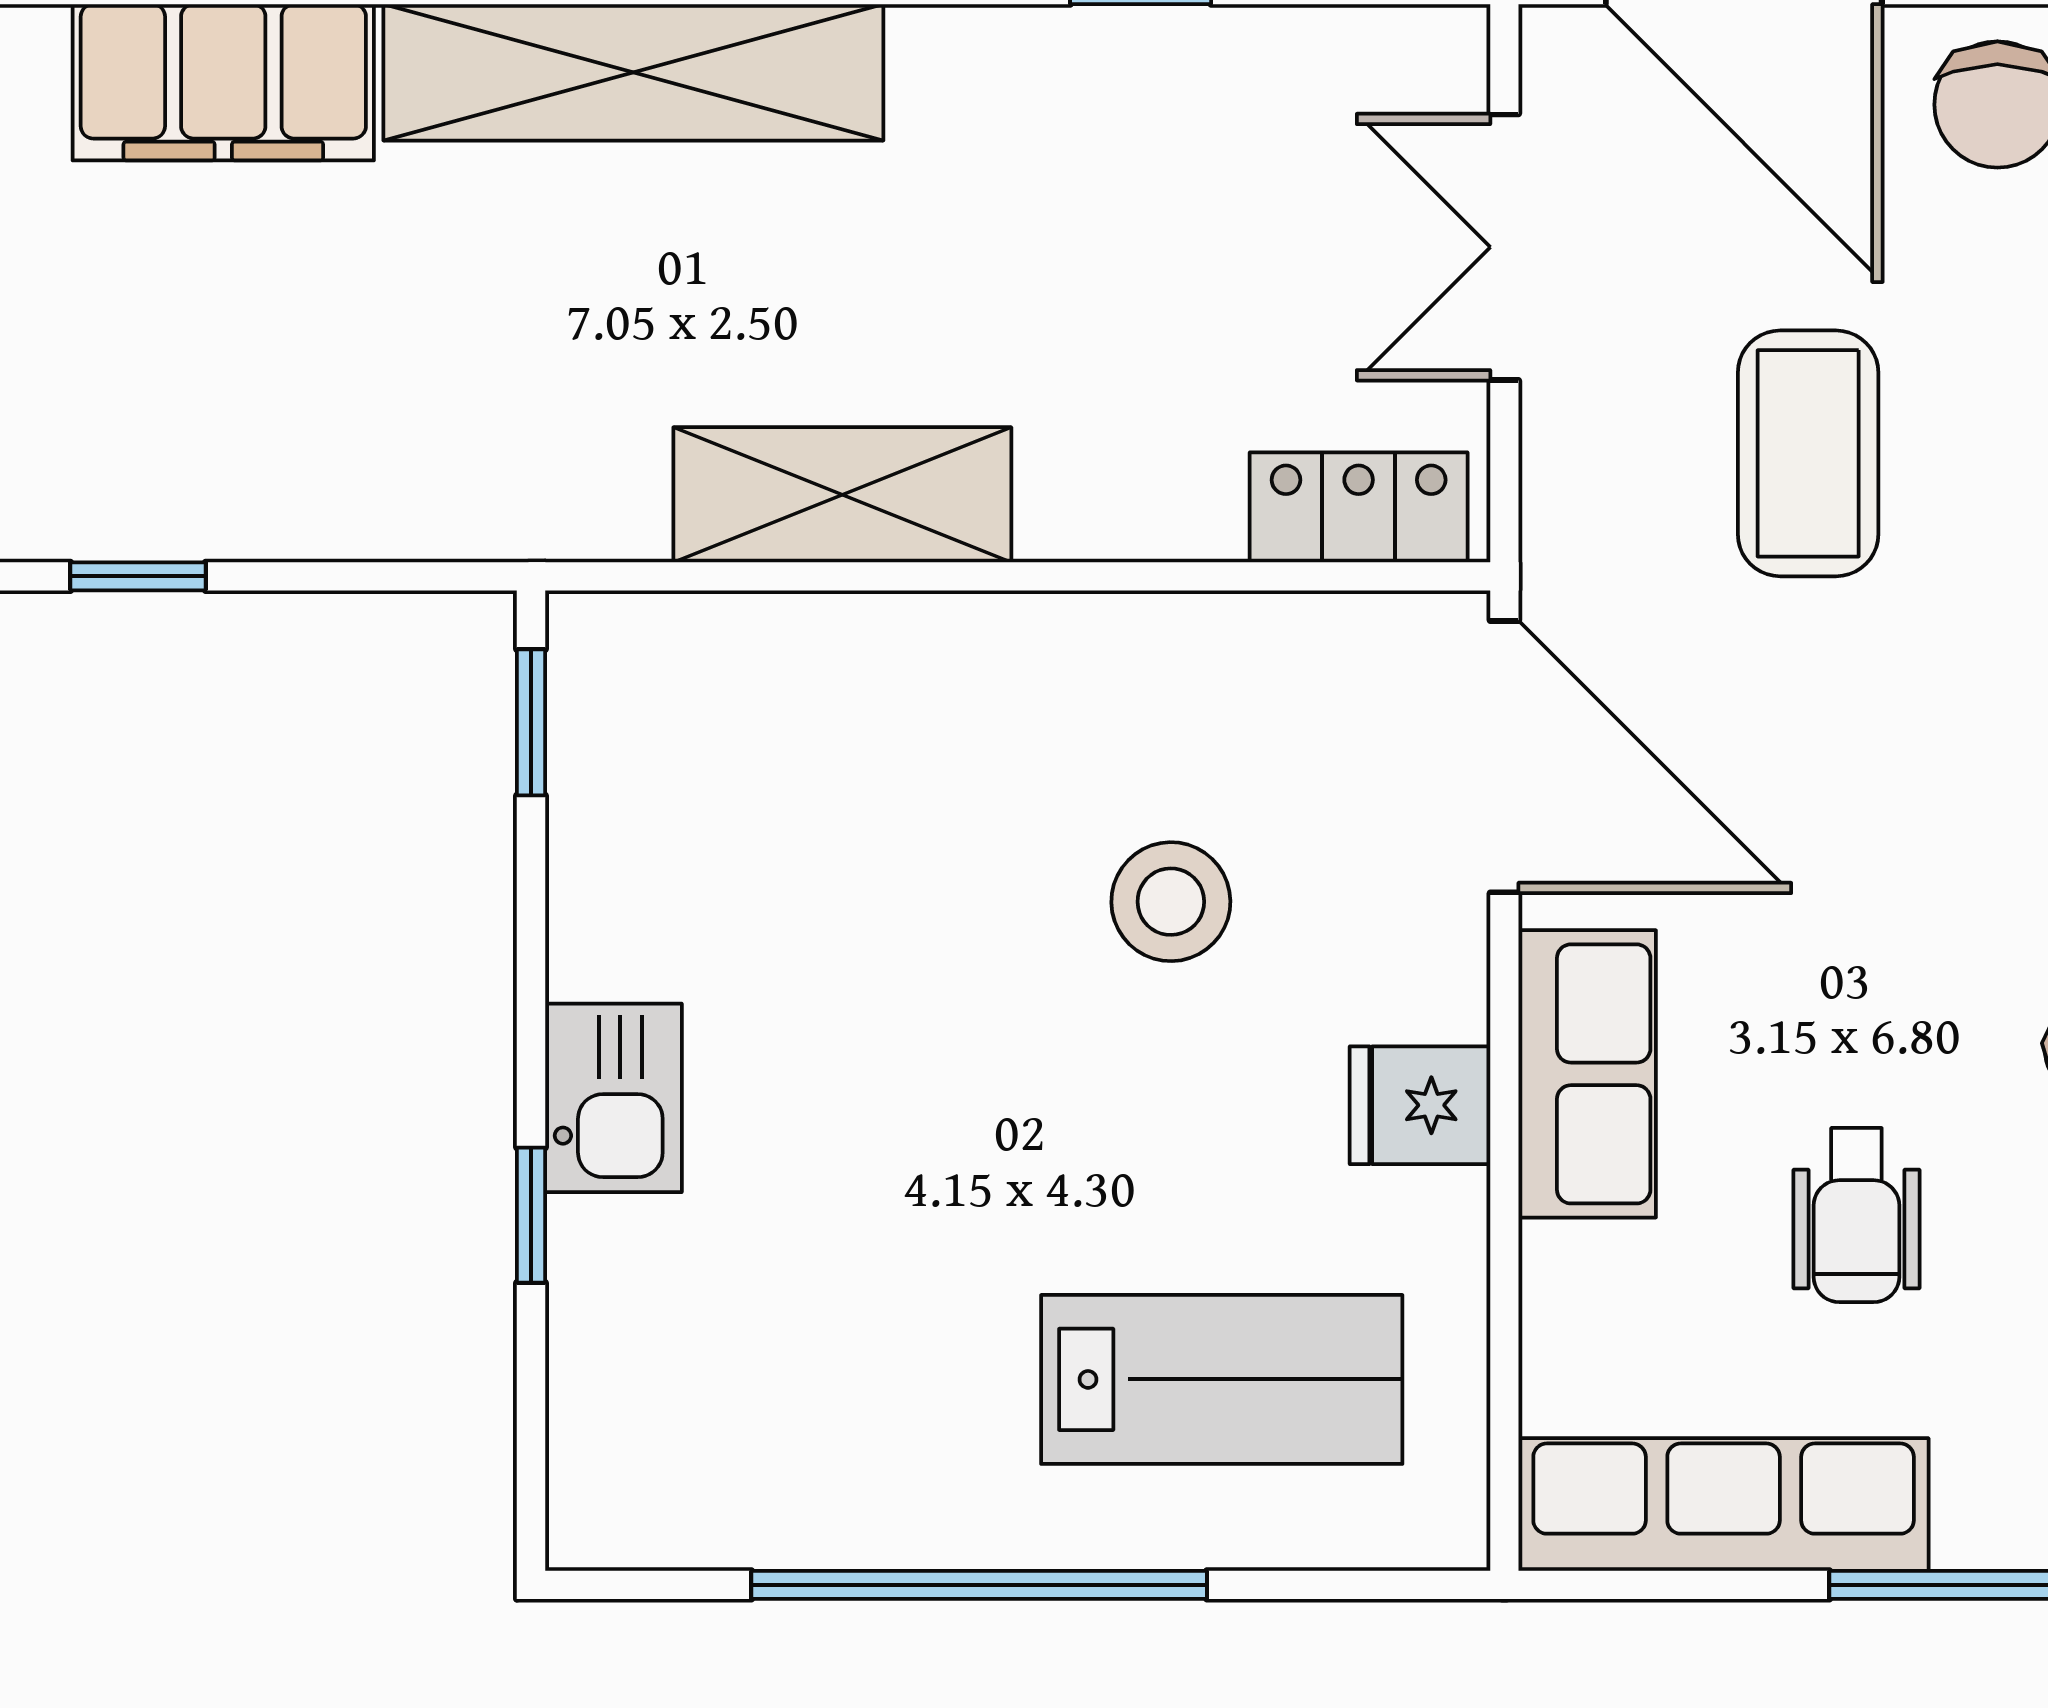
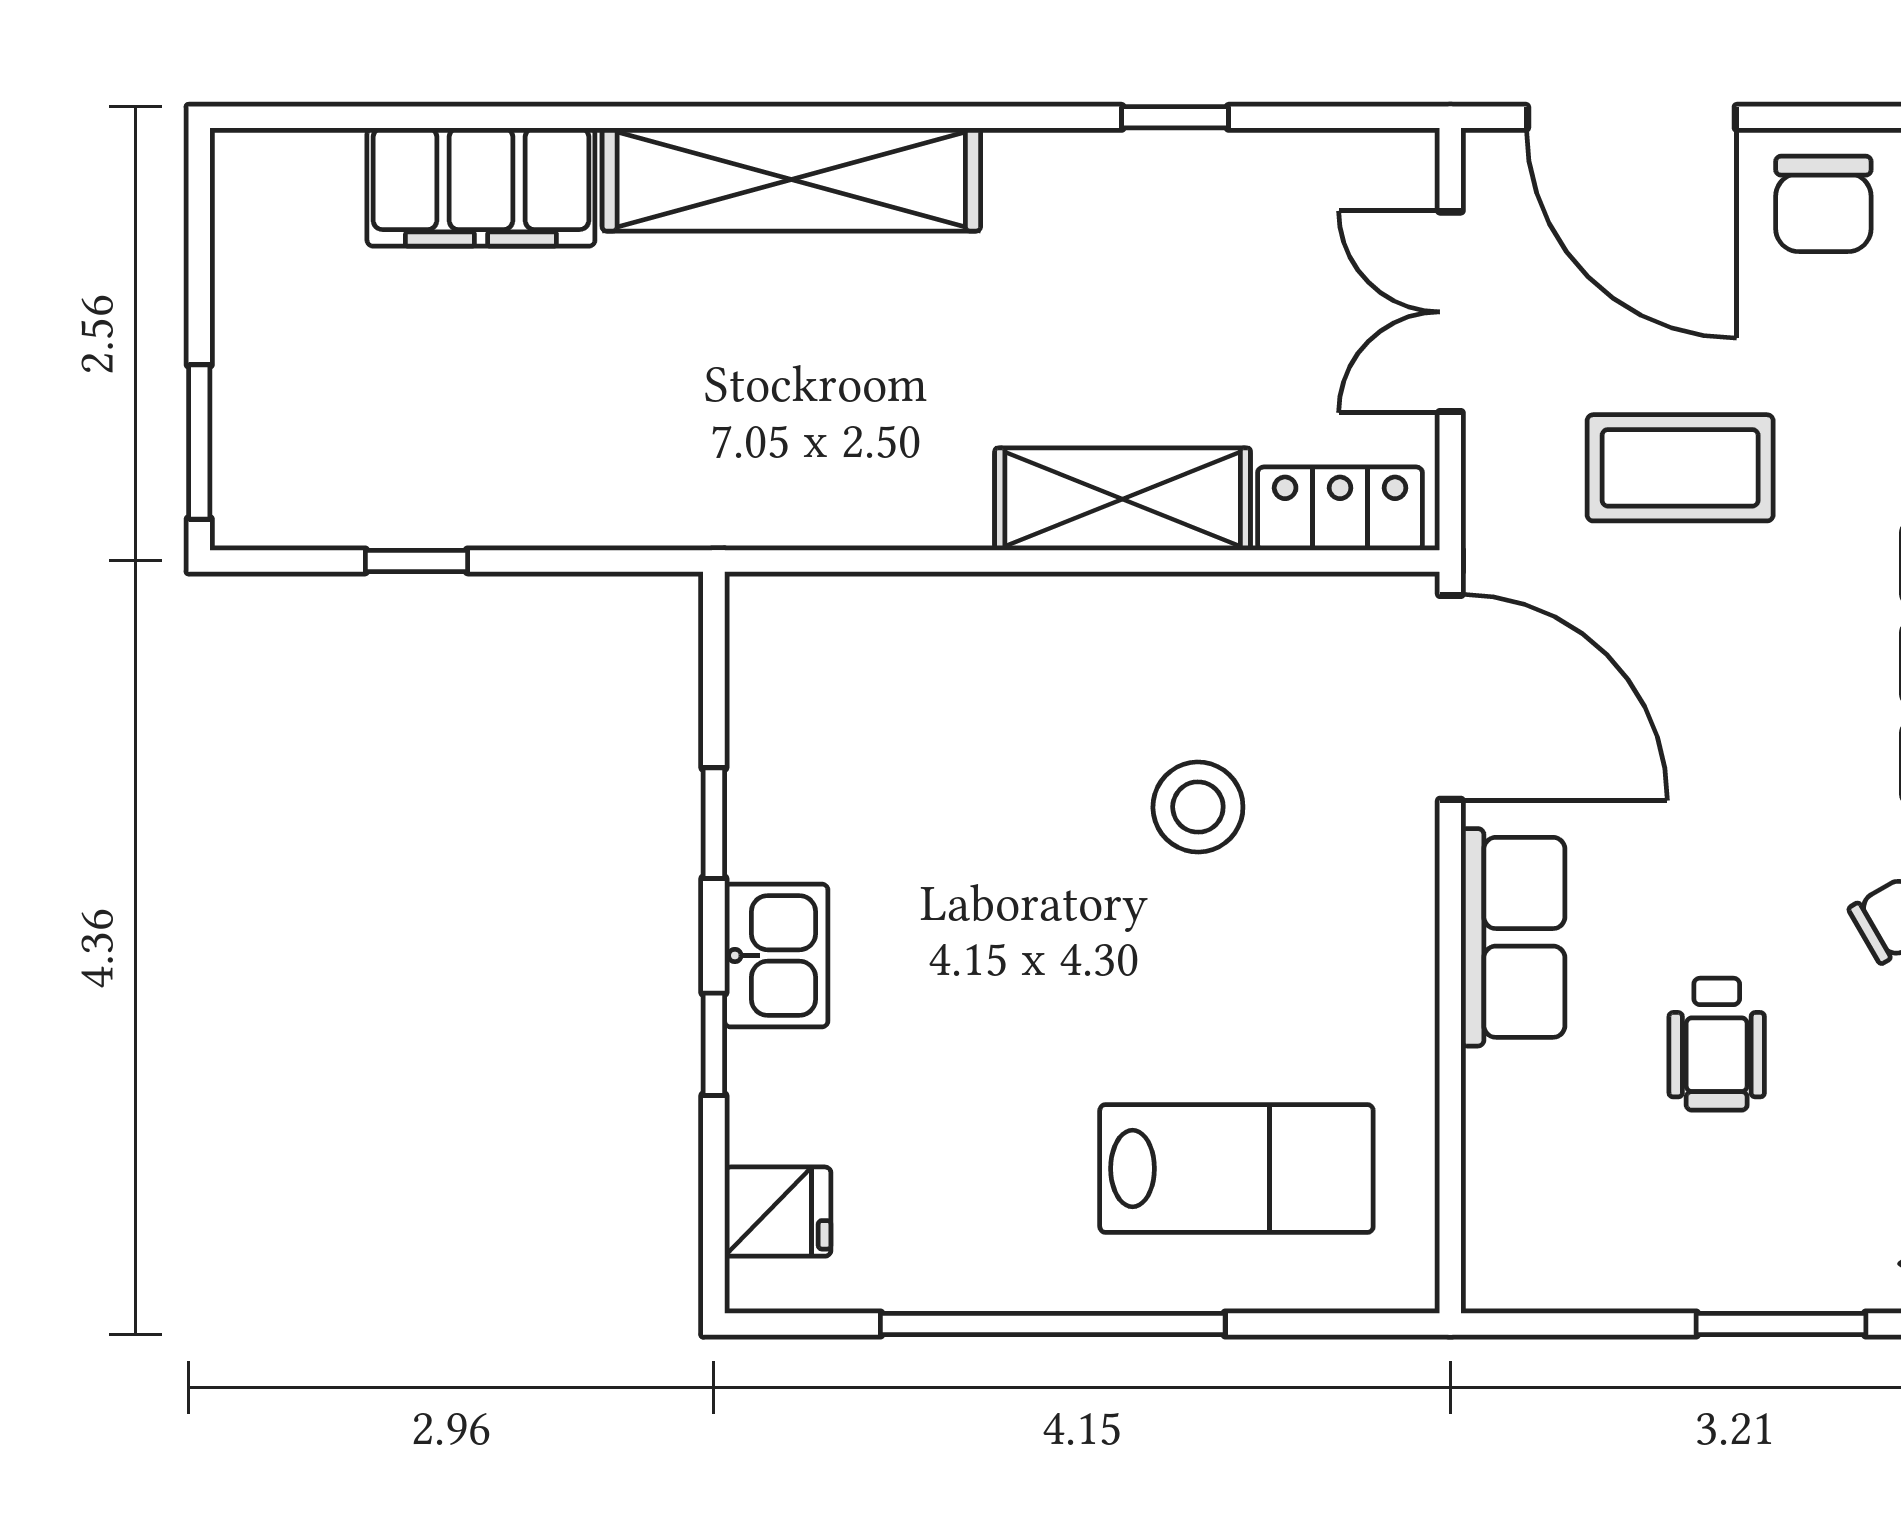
coffee table: (1808, 453) -> (1680, 468), turned 90
shelving: (842, 495) -> (1123, 499), moved
window: (531, 722) -> (714, 823), moved
fridge: (1420, 1105) -> (778, 1212), moved, turned 180
row of seats: (1724, 1505) -> (1616, 1263), removed

